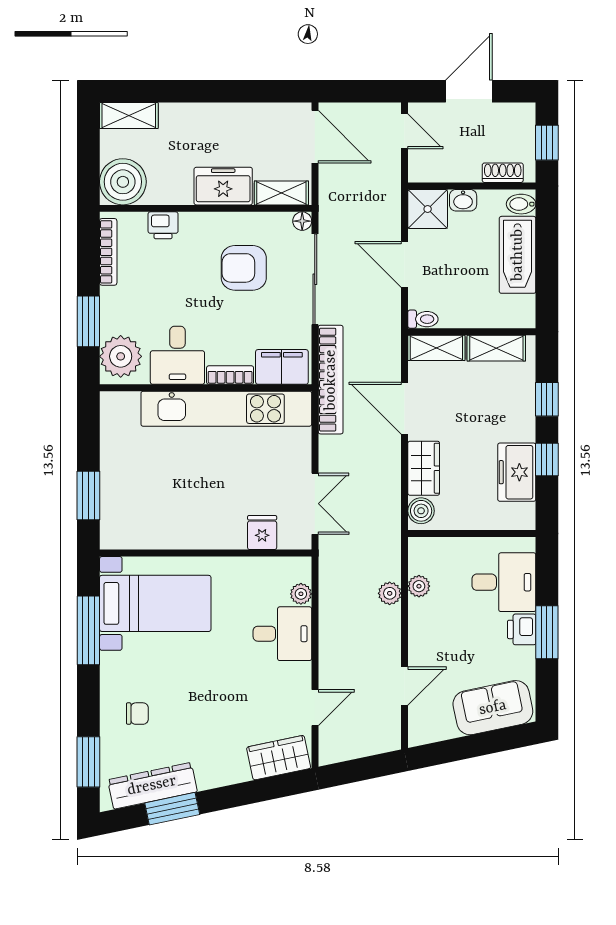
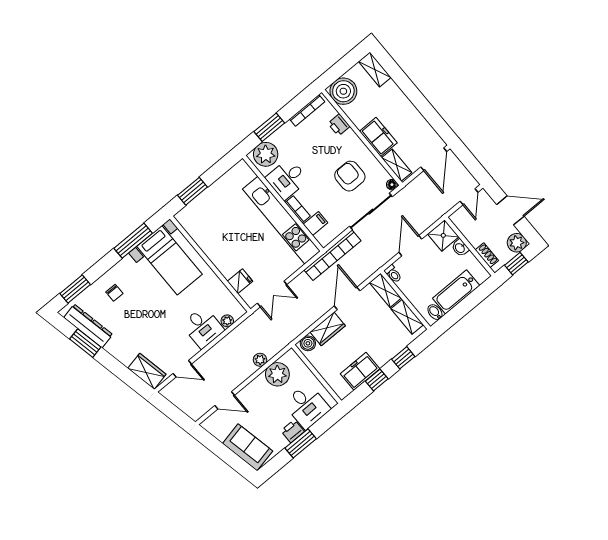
plant: (519, 119) -> (517, 243), added
bidet: (521, 204) -> (435, 312), moved
filing cabinet: (282, 367) -> (315, 223), width x0.50
plant: (419, 586) -> (277, 374), width x1.87, depth x1.87

